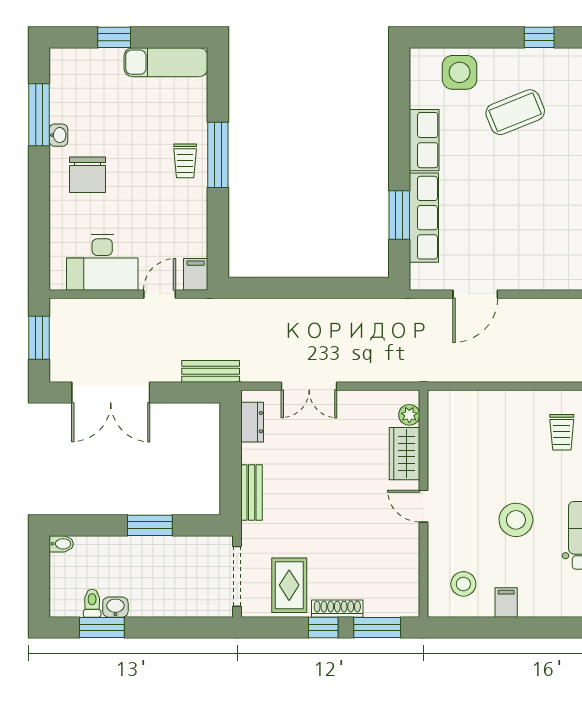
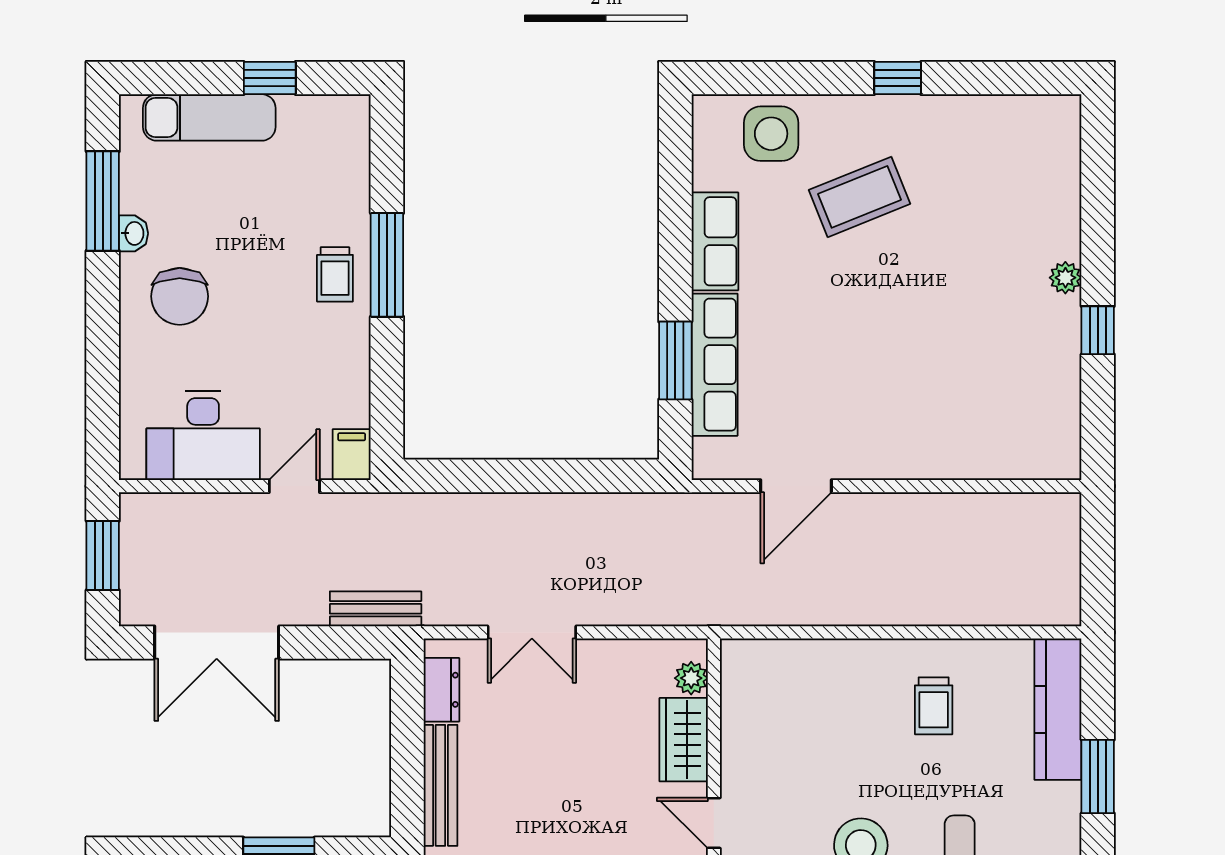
window: (114, 37) -> (270, 78), moved
exam couch: (166, 62) -> (209, 117), moved
bench: (252, 493) -> (440, 785), width x1.36

